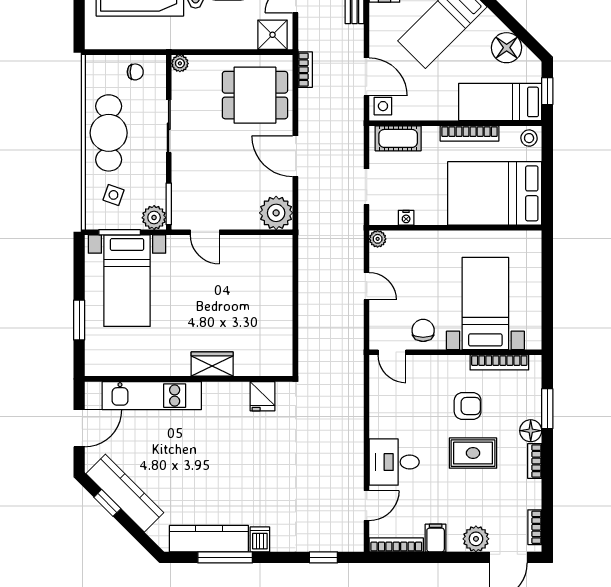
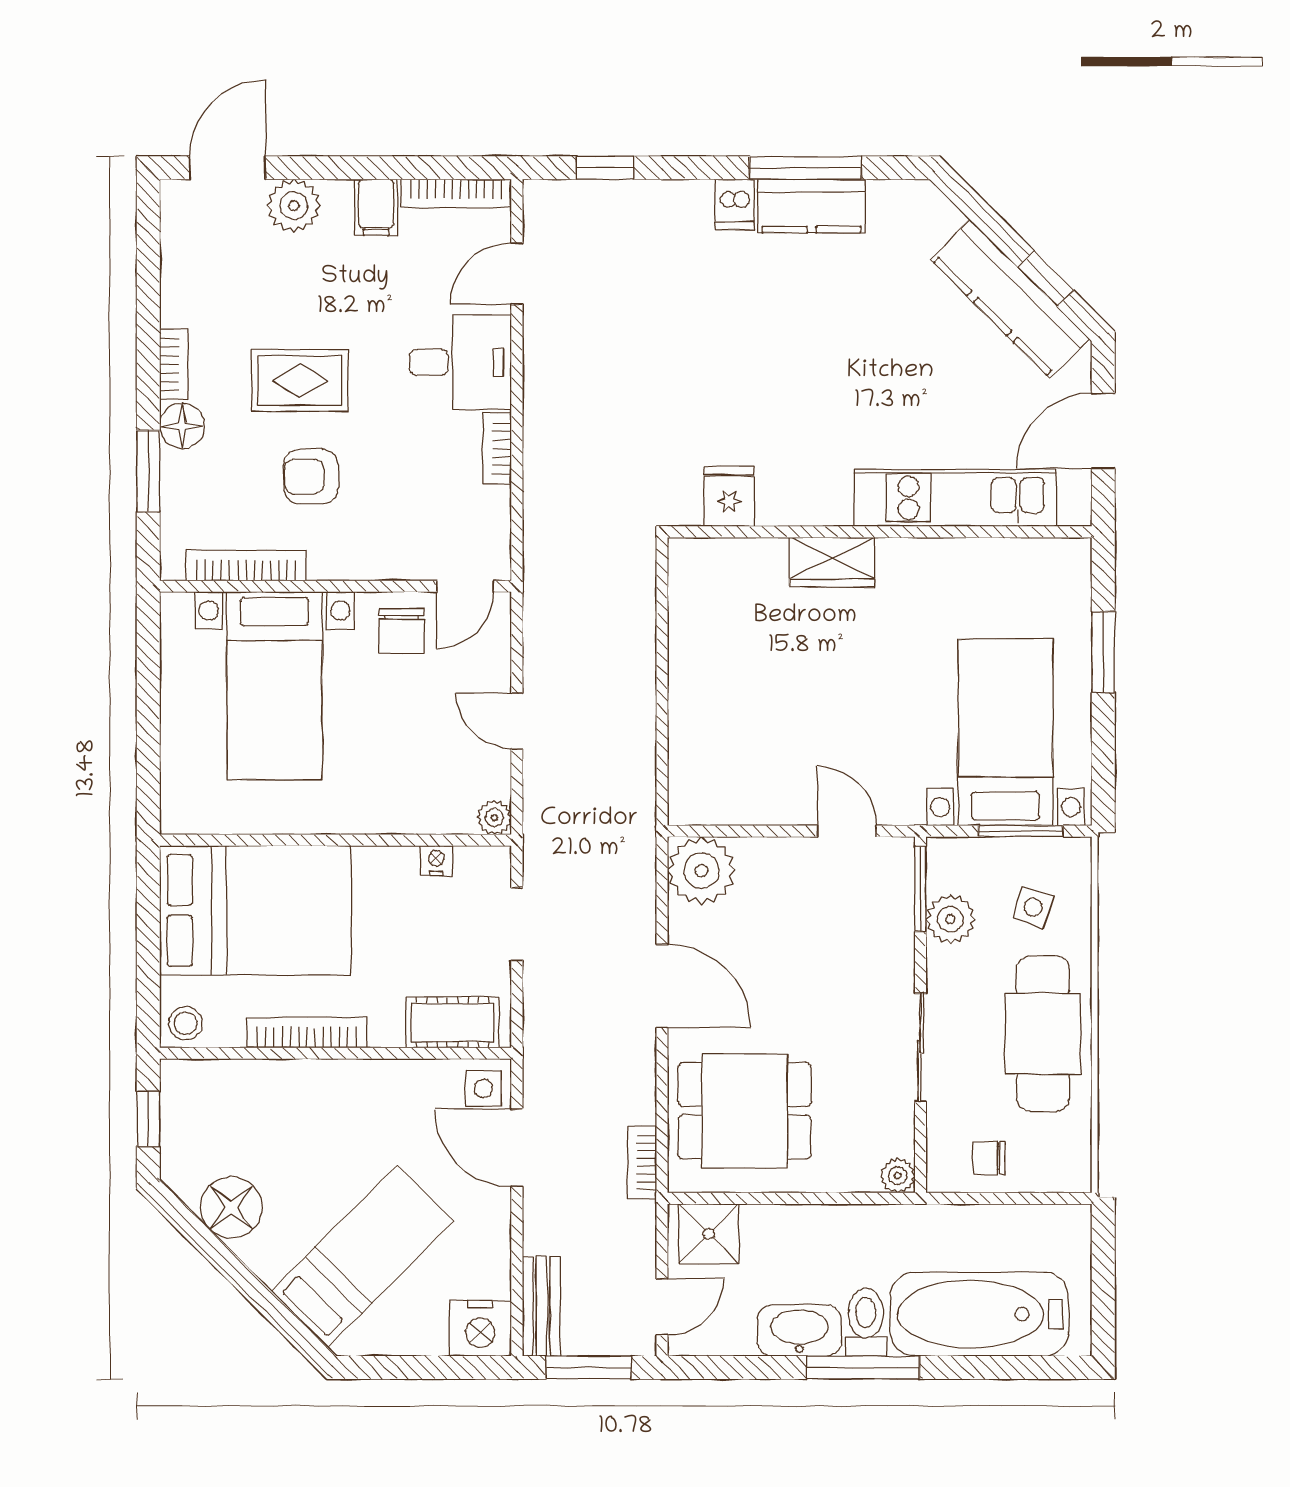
bed: (500, 102) -> (244, 1097), removed
plant: (154, 218) -> (950, 919), moved
door: (392, 352) -> (465, 586), swing flipped
bookcase: (535, 527) -> (497, 449), moved, turned 180
kitchen counter: (209, 539) -> (811, 206), width x0.67

